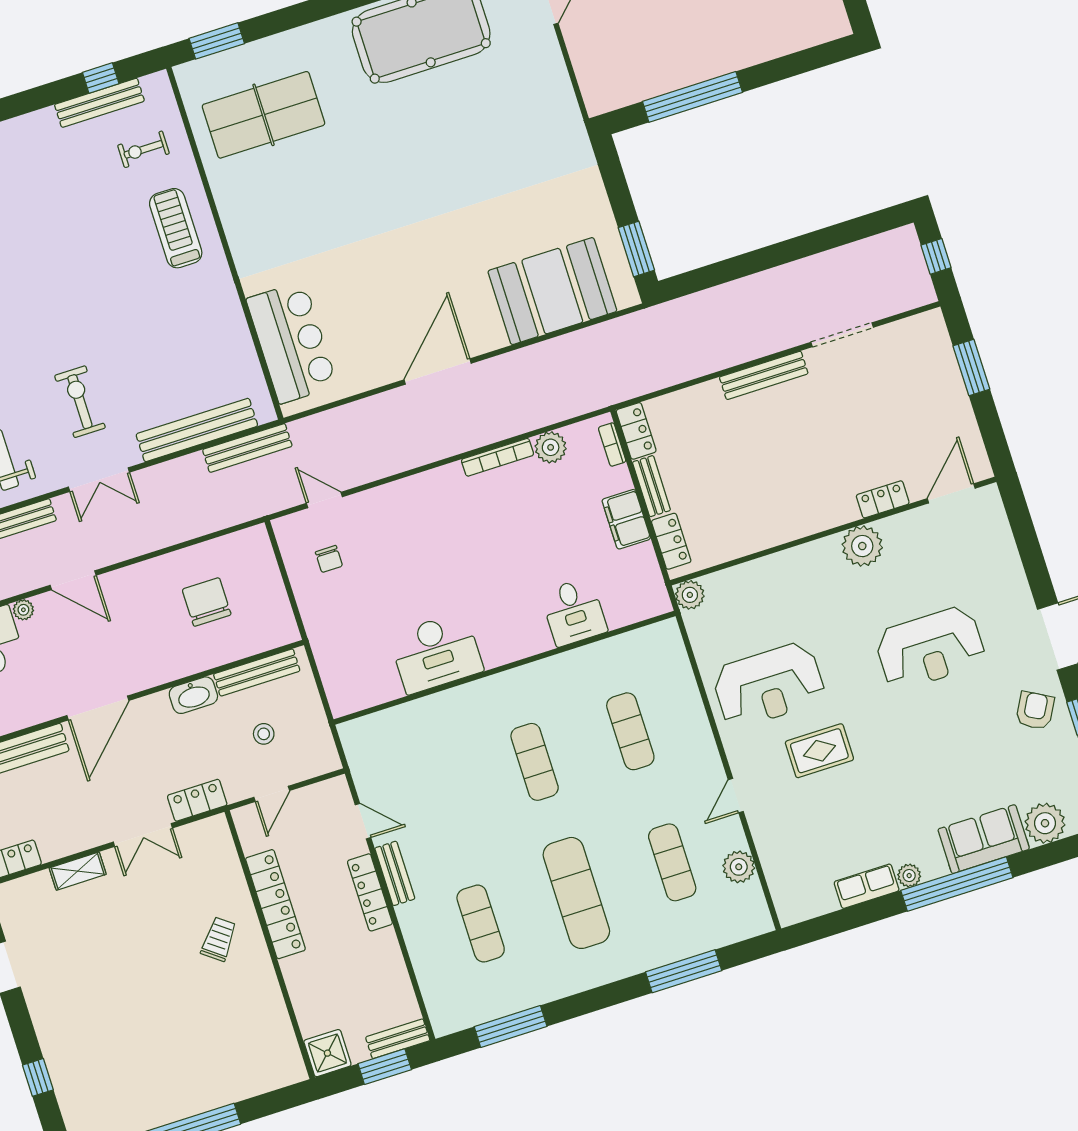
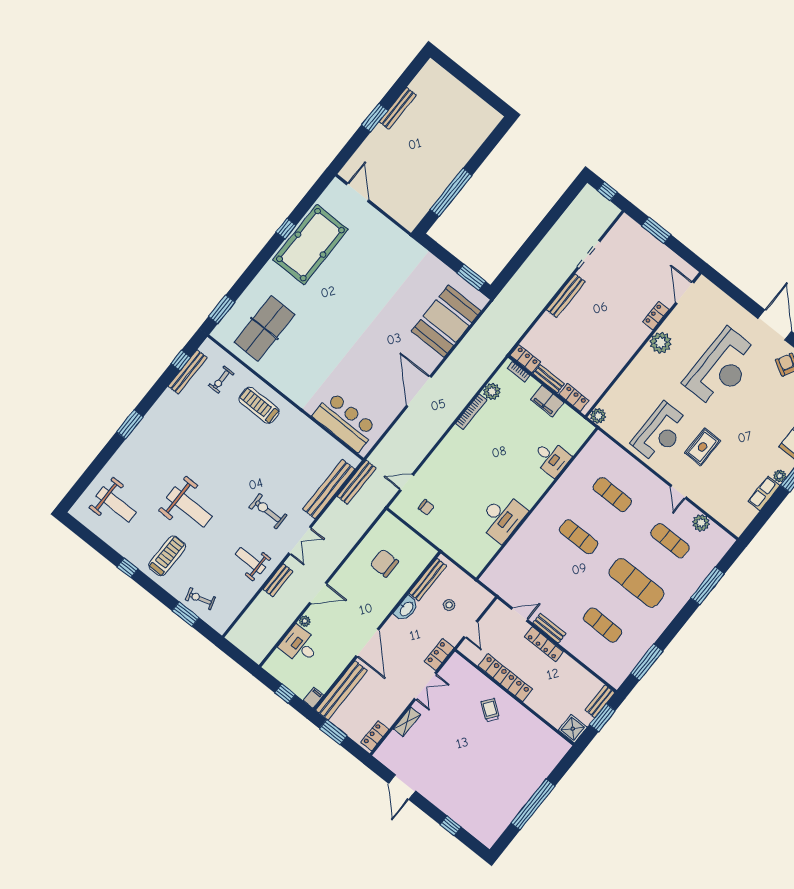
reception desk: (930, 648) -> (721, 368), width x1.36, depth x1.30

